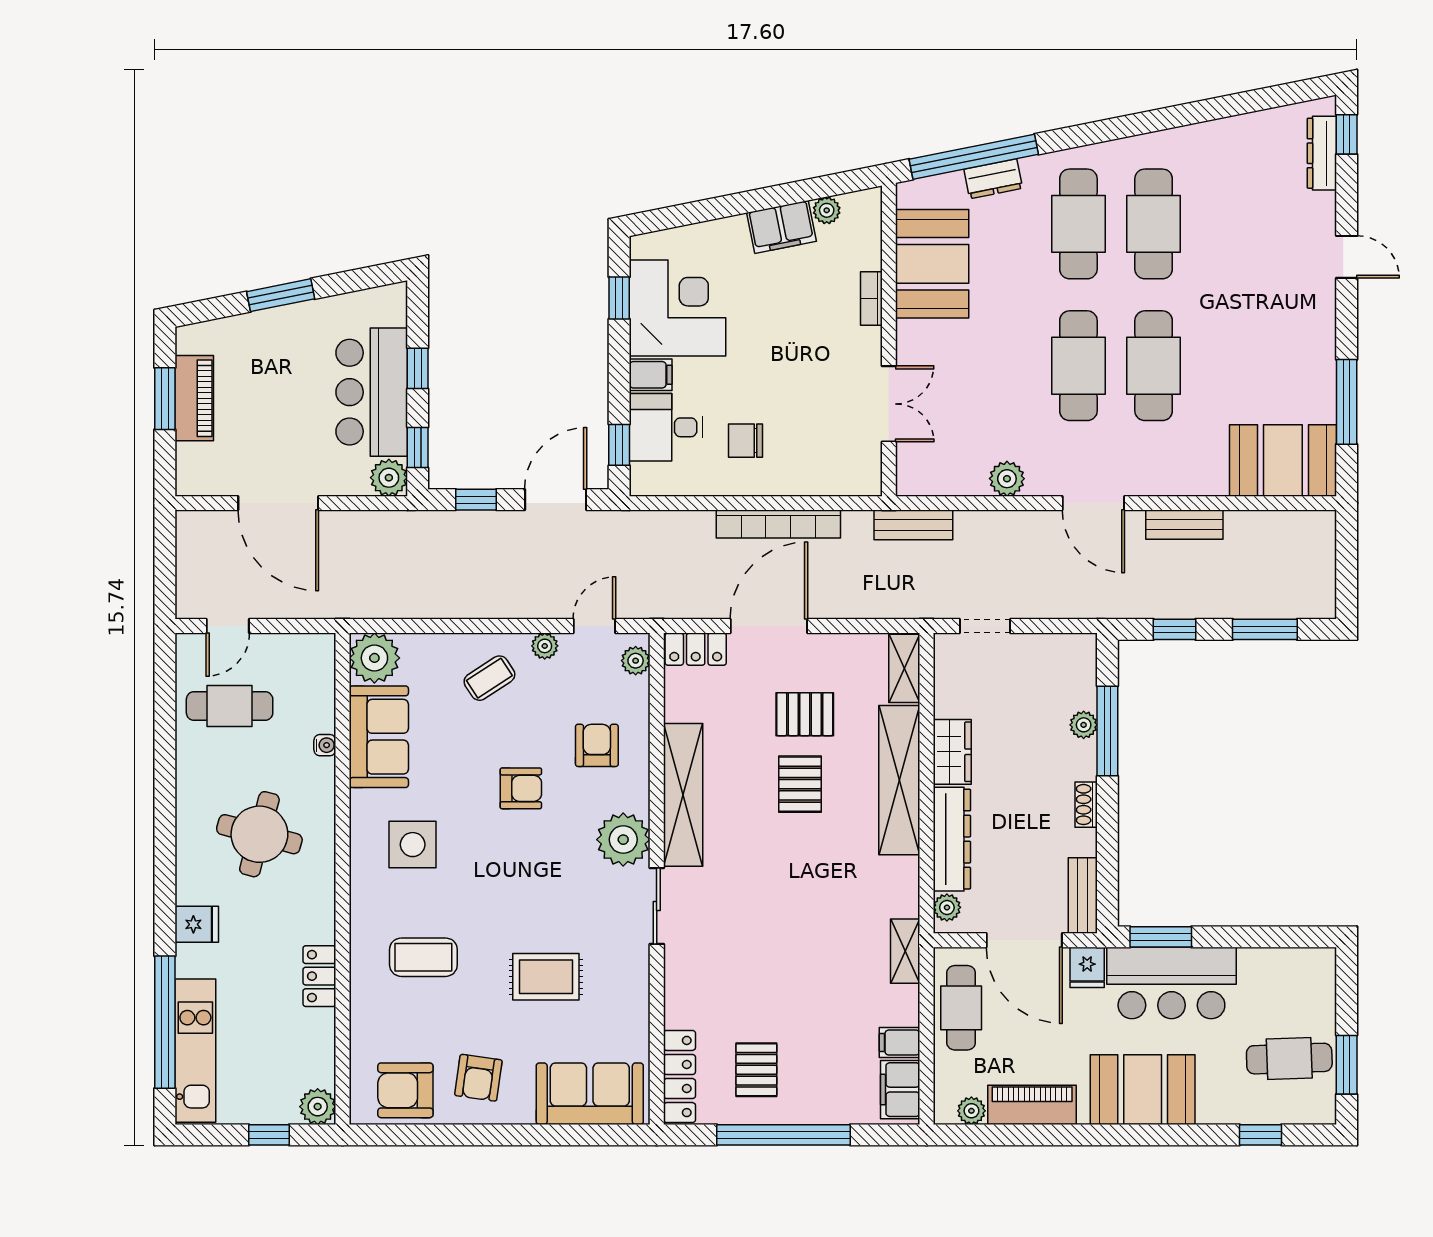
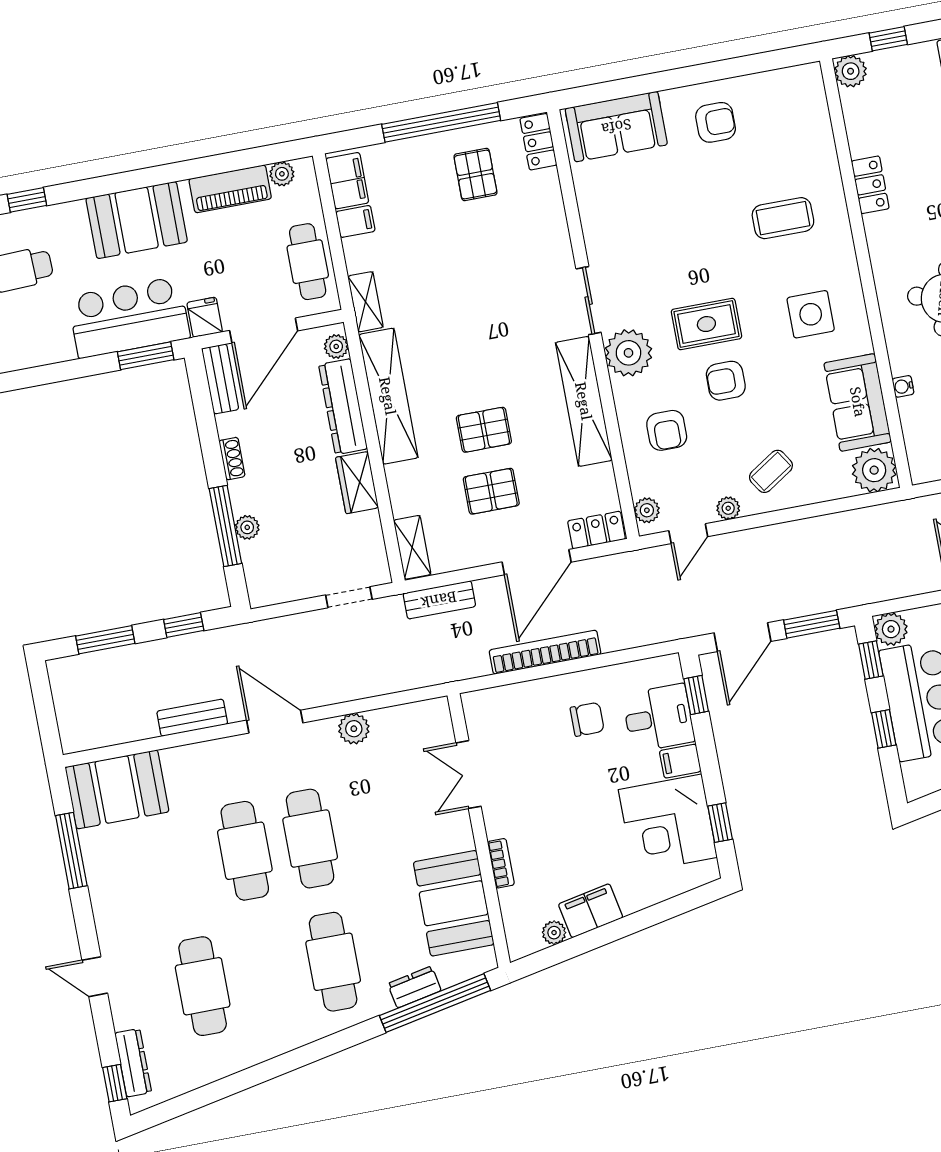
cafe table: (1154, 224) -> (203, 986), moved
window: (476, 500) -> (812, 624), width x1.50
bench: (913, 525) -> (439, 600), moved
shelving: (899, 780) -> (388, 396), moved
pallet: (800, 784) -> (484, 430), turned 90
door: (1024, 940) -> (264, 331), swing flipped
rug: (546, 977) -> (706, 324), moved
locker: (679, 1077) -> (538, 142), width x0.66
armchair: (478, 1078) -> (716, 122), turned 82
armchair: (405, 1090) -> (777, 100), removed

